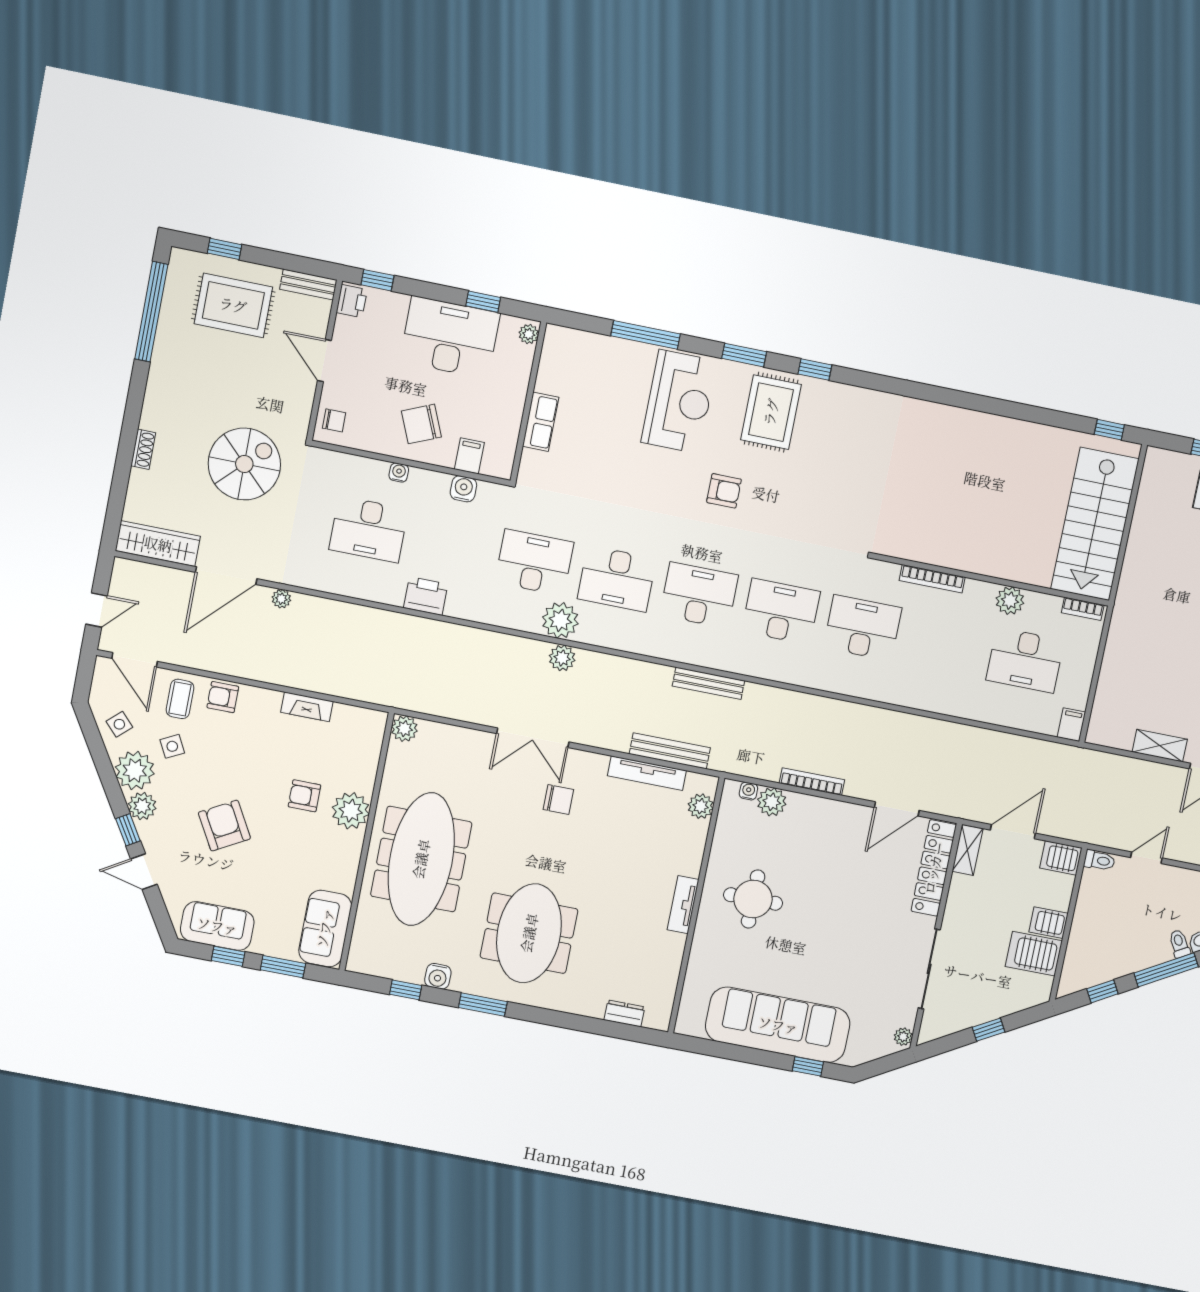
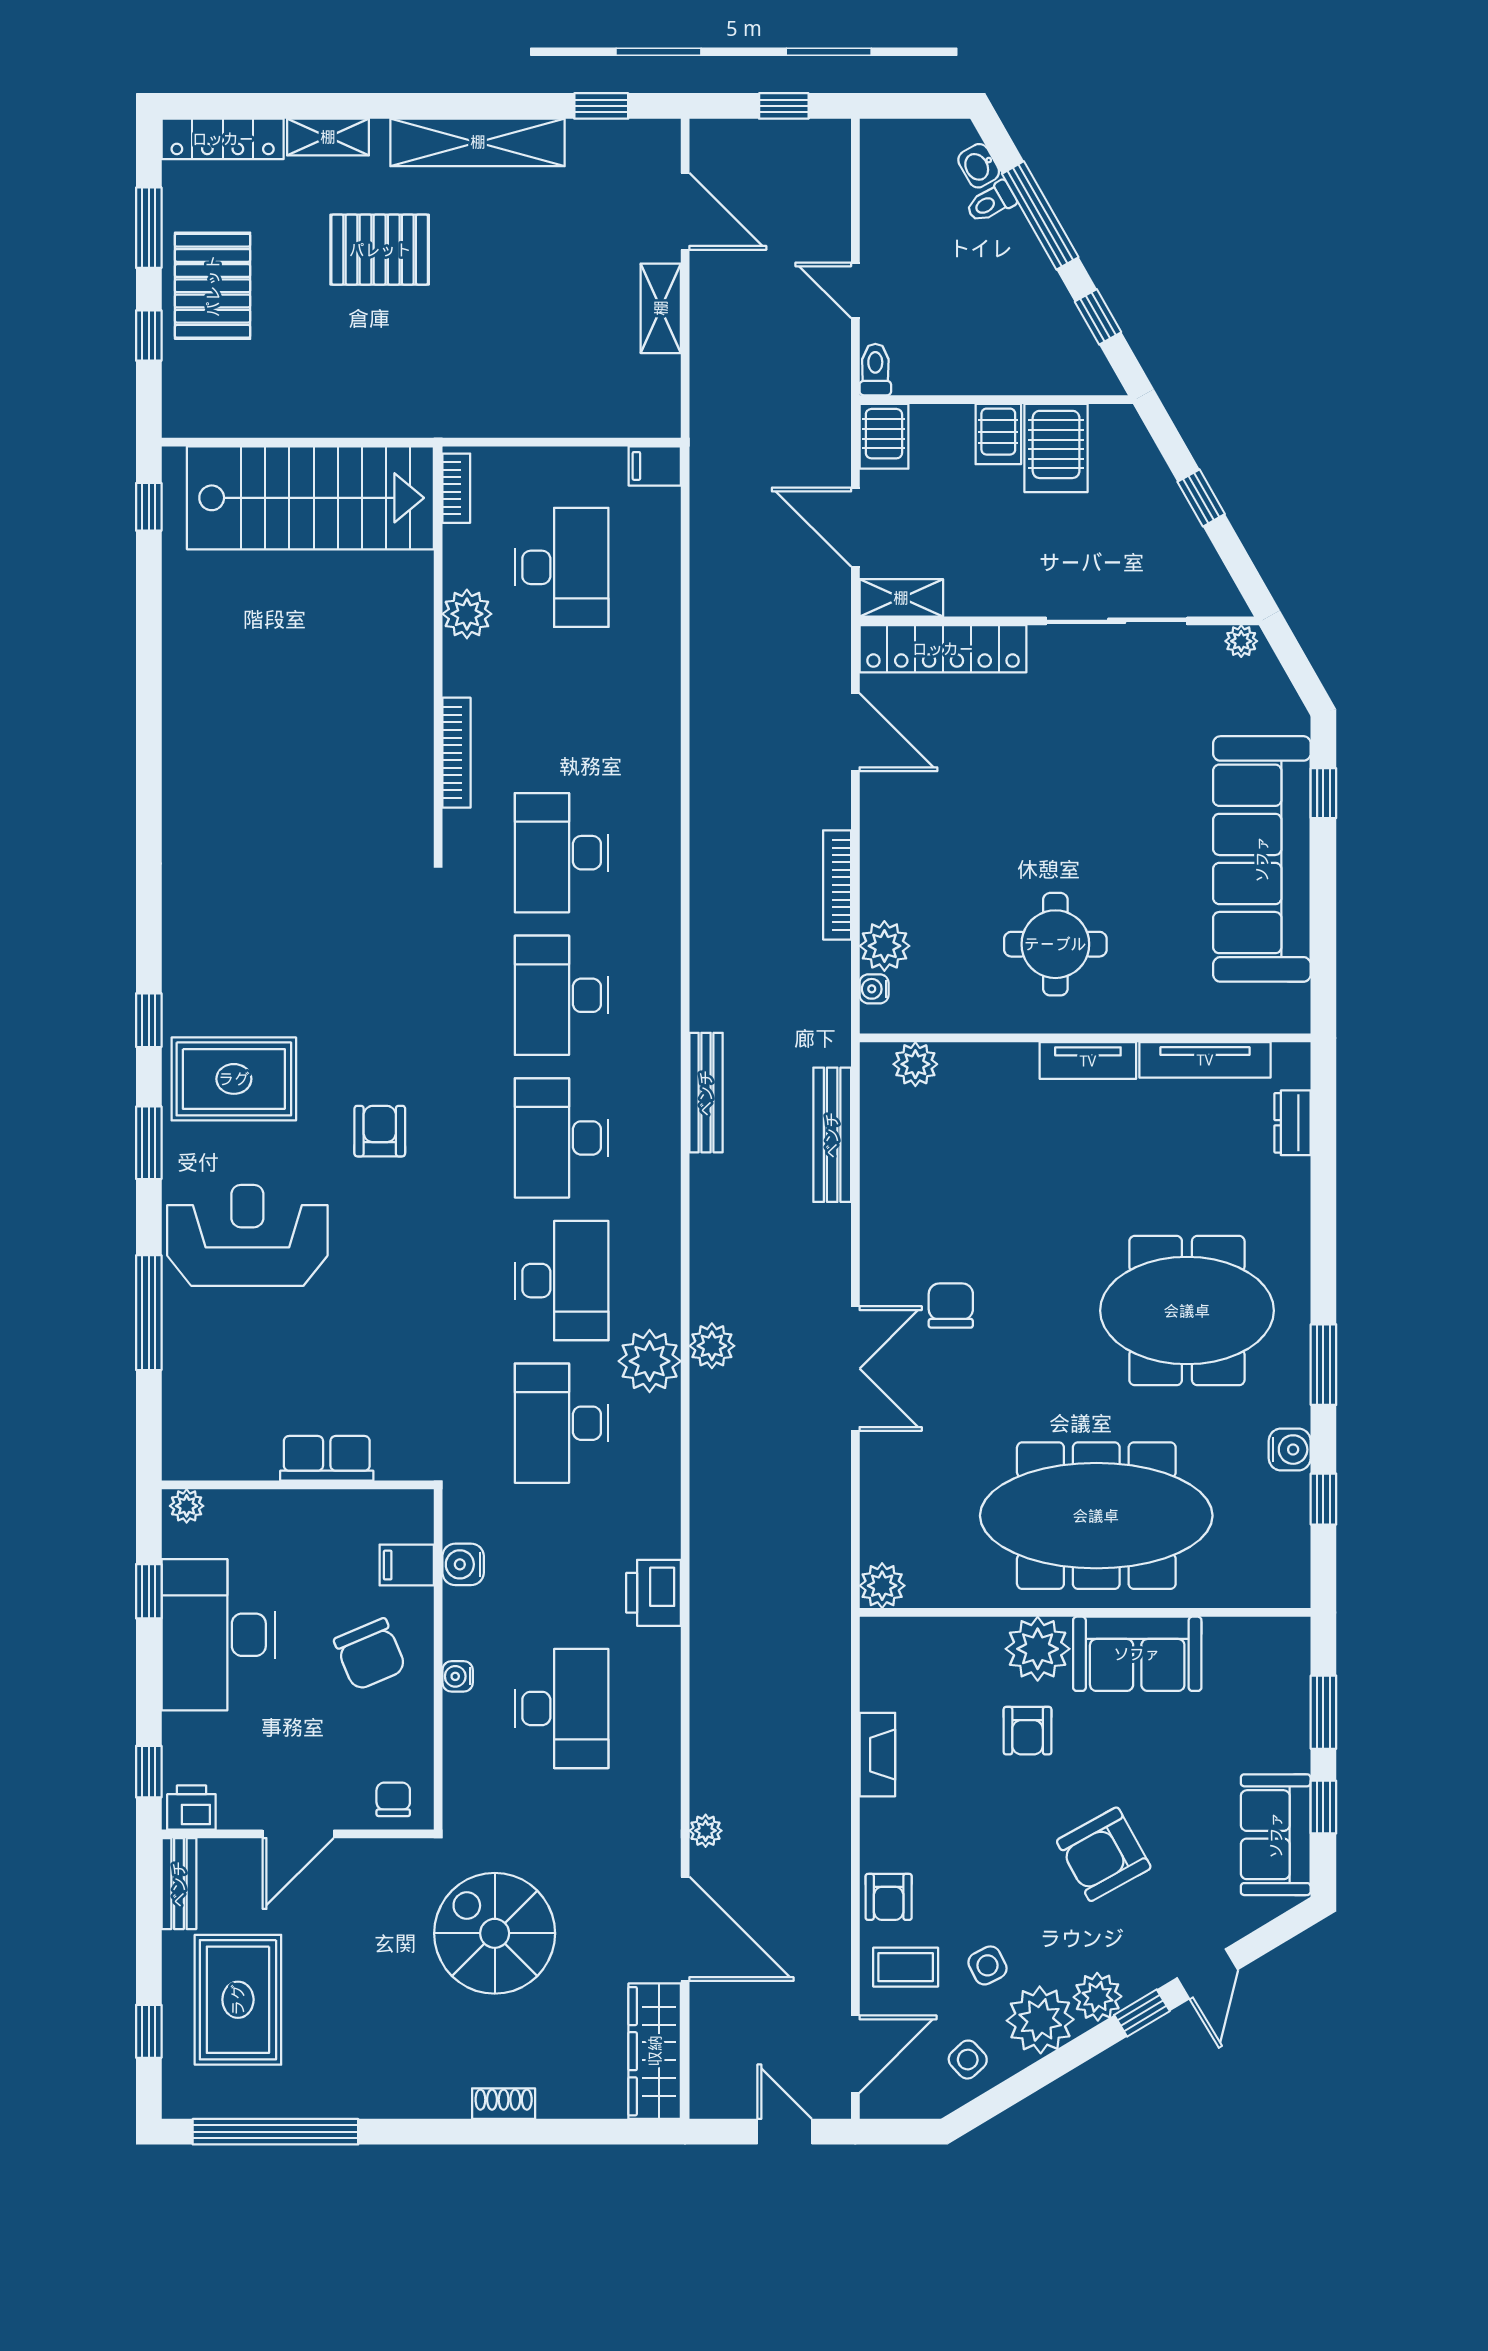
tv unit: (647, 773) -> (1205, 1060), moved, turned 90
sofa: (325, 928) -> (1137, 1654), moved

